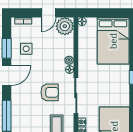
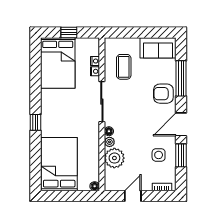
plant: (65, 26) -> (114, 158), moved
armchair: (50, 92) -> (163, 94), moved

